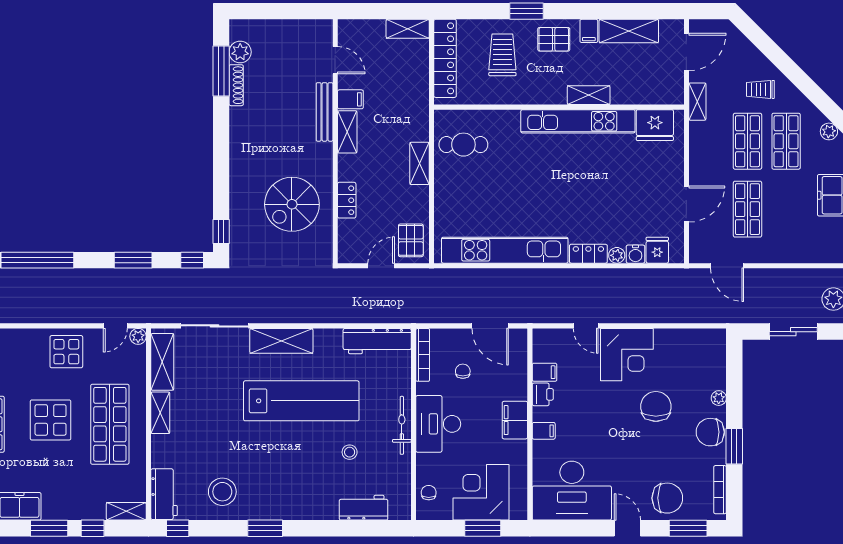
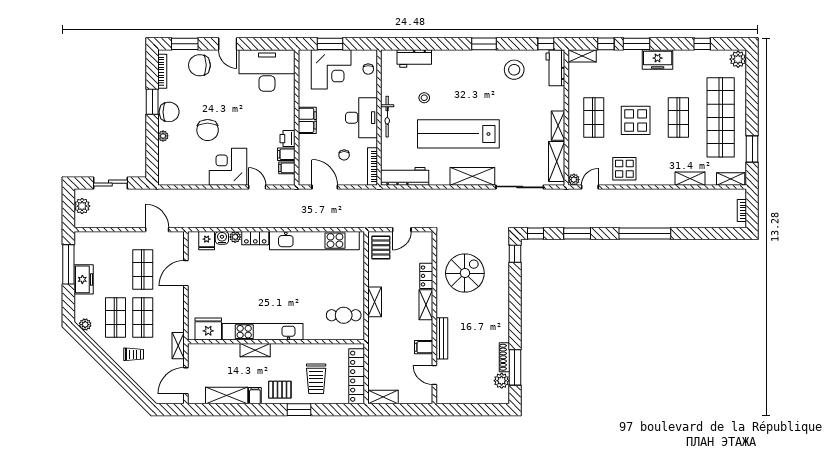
shelving: (347, 132) -> (426, 305), moved
shop shelf: (110, 424) -> (594, 117), width x0.70, depth x0.74
filing cabinet: (544, 431) -> (287, 168), moved

